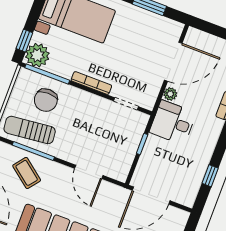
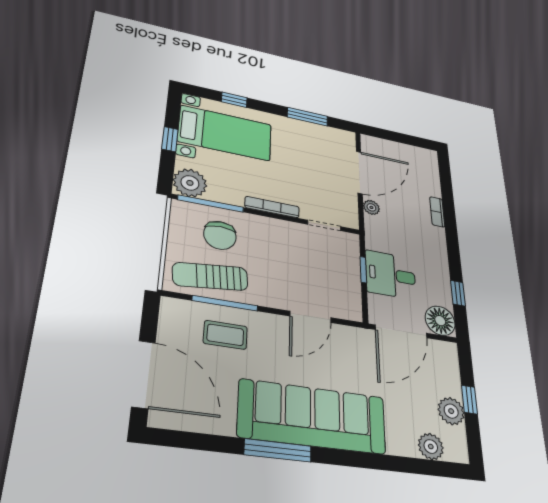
window: (24, 41) -> (170, 139), moved
desk: (173, 122) -> (391, 275), moved
door: (89, 172) -> (311, 317), hinge flipped
coffee table: (27, 173) -> (225, 335), turned -38
floor lamp: (185, 194) -> (440, 321), added

